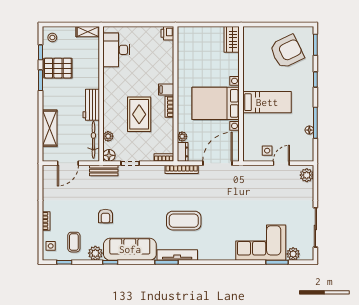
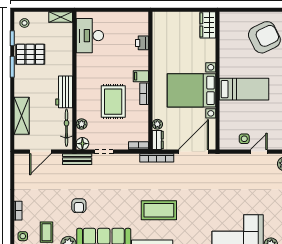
printer: (167, 33) -> (142, 43), moved

